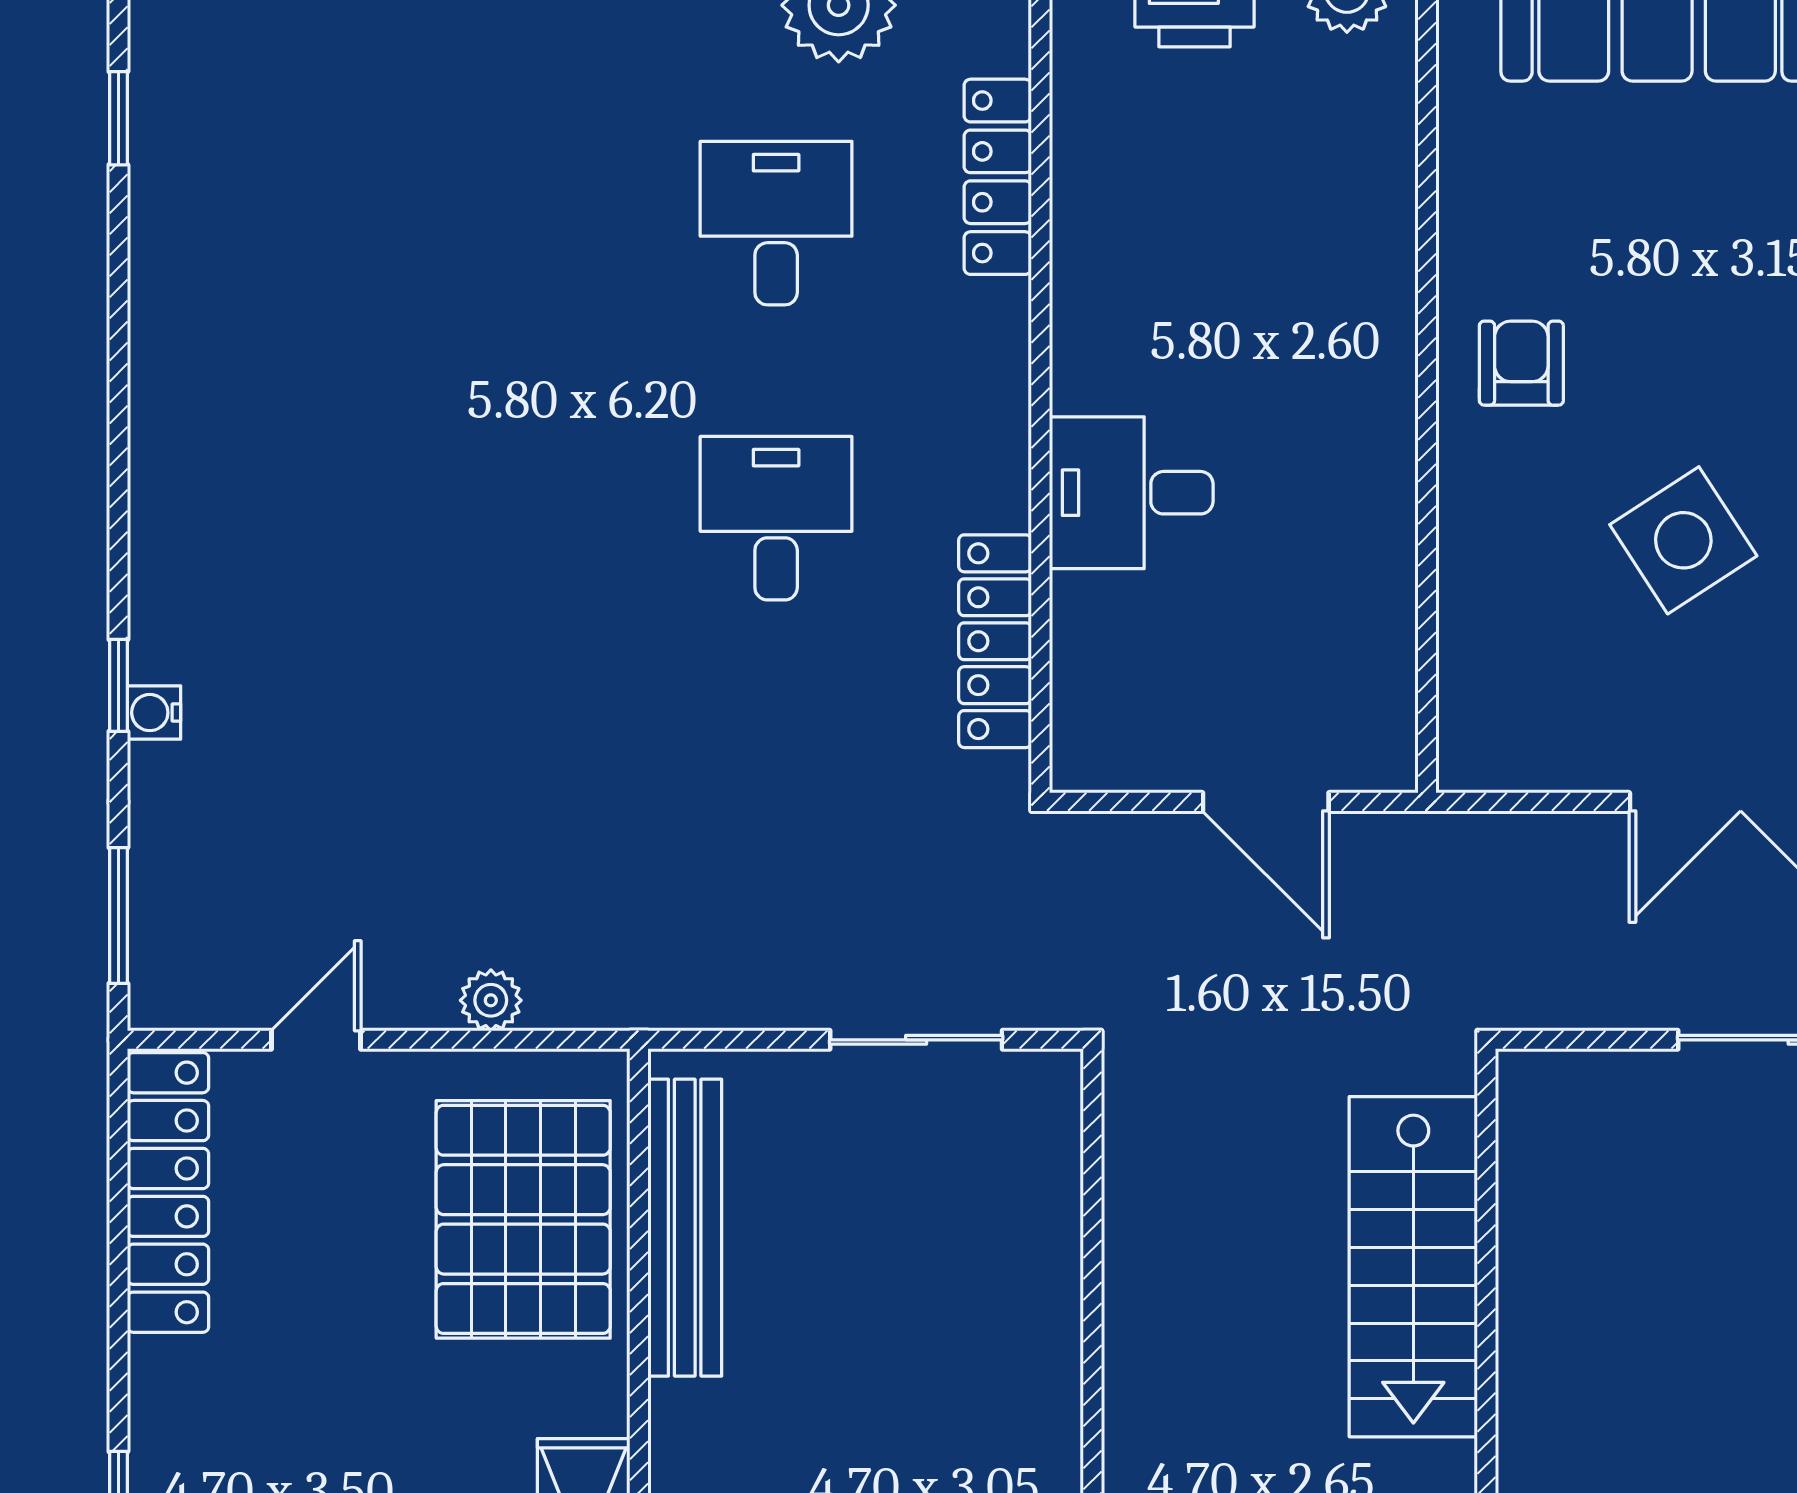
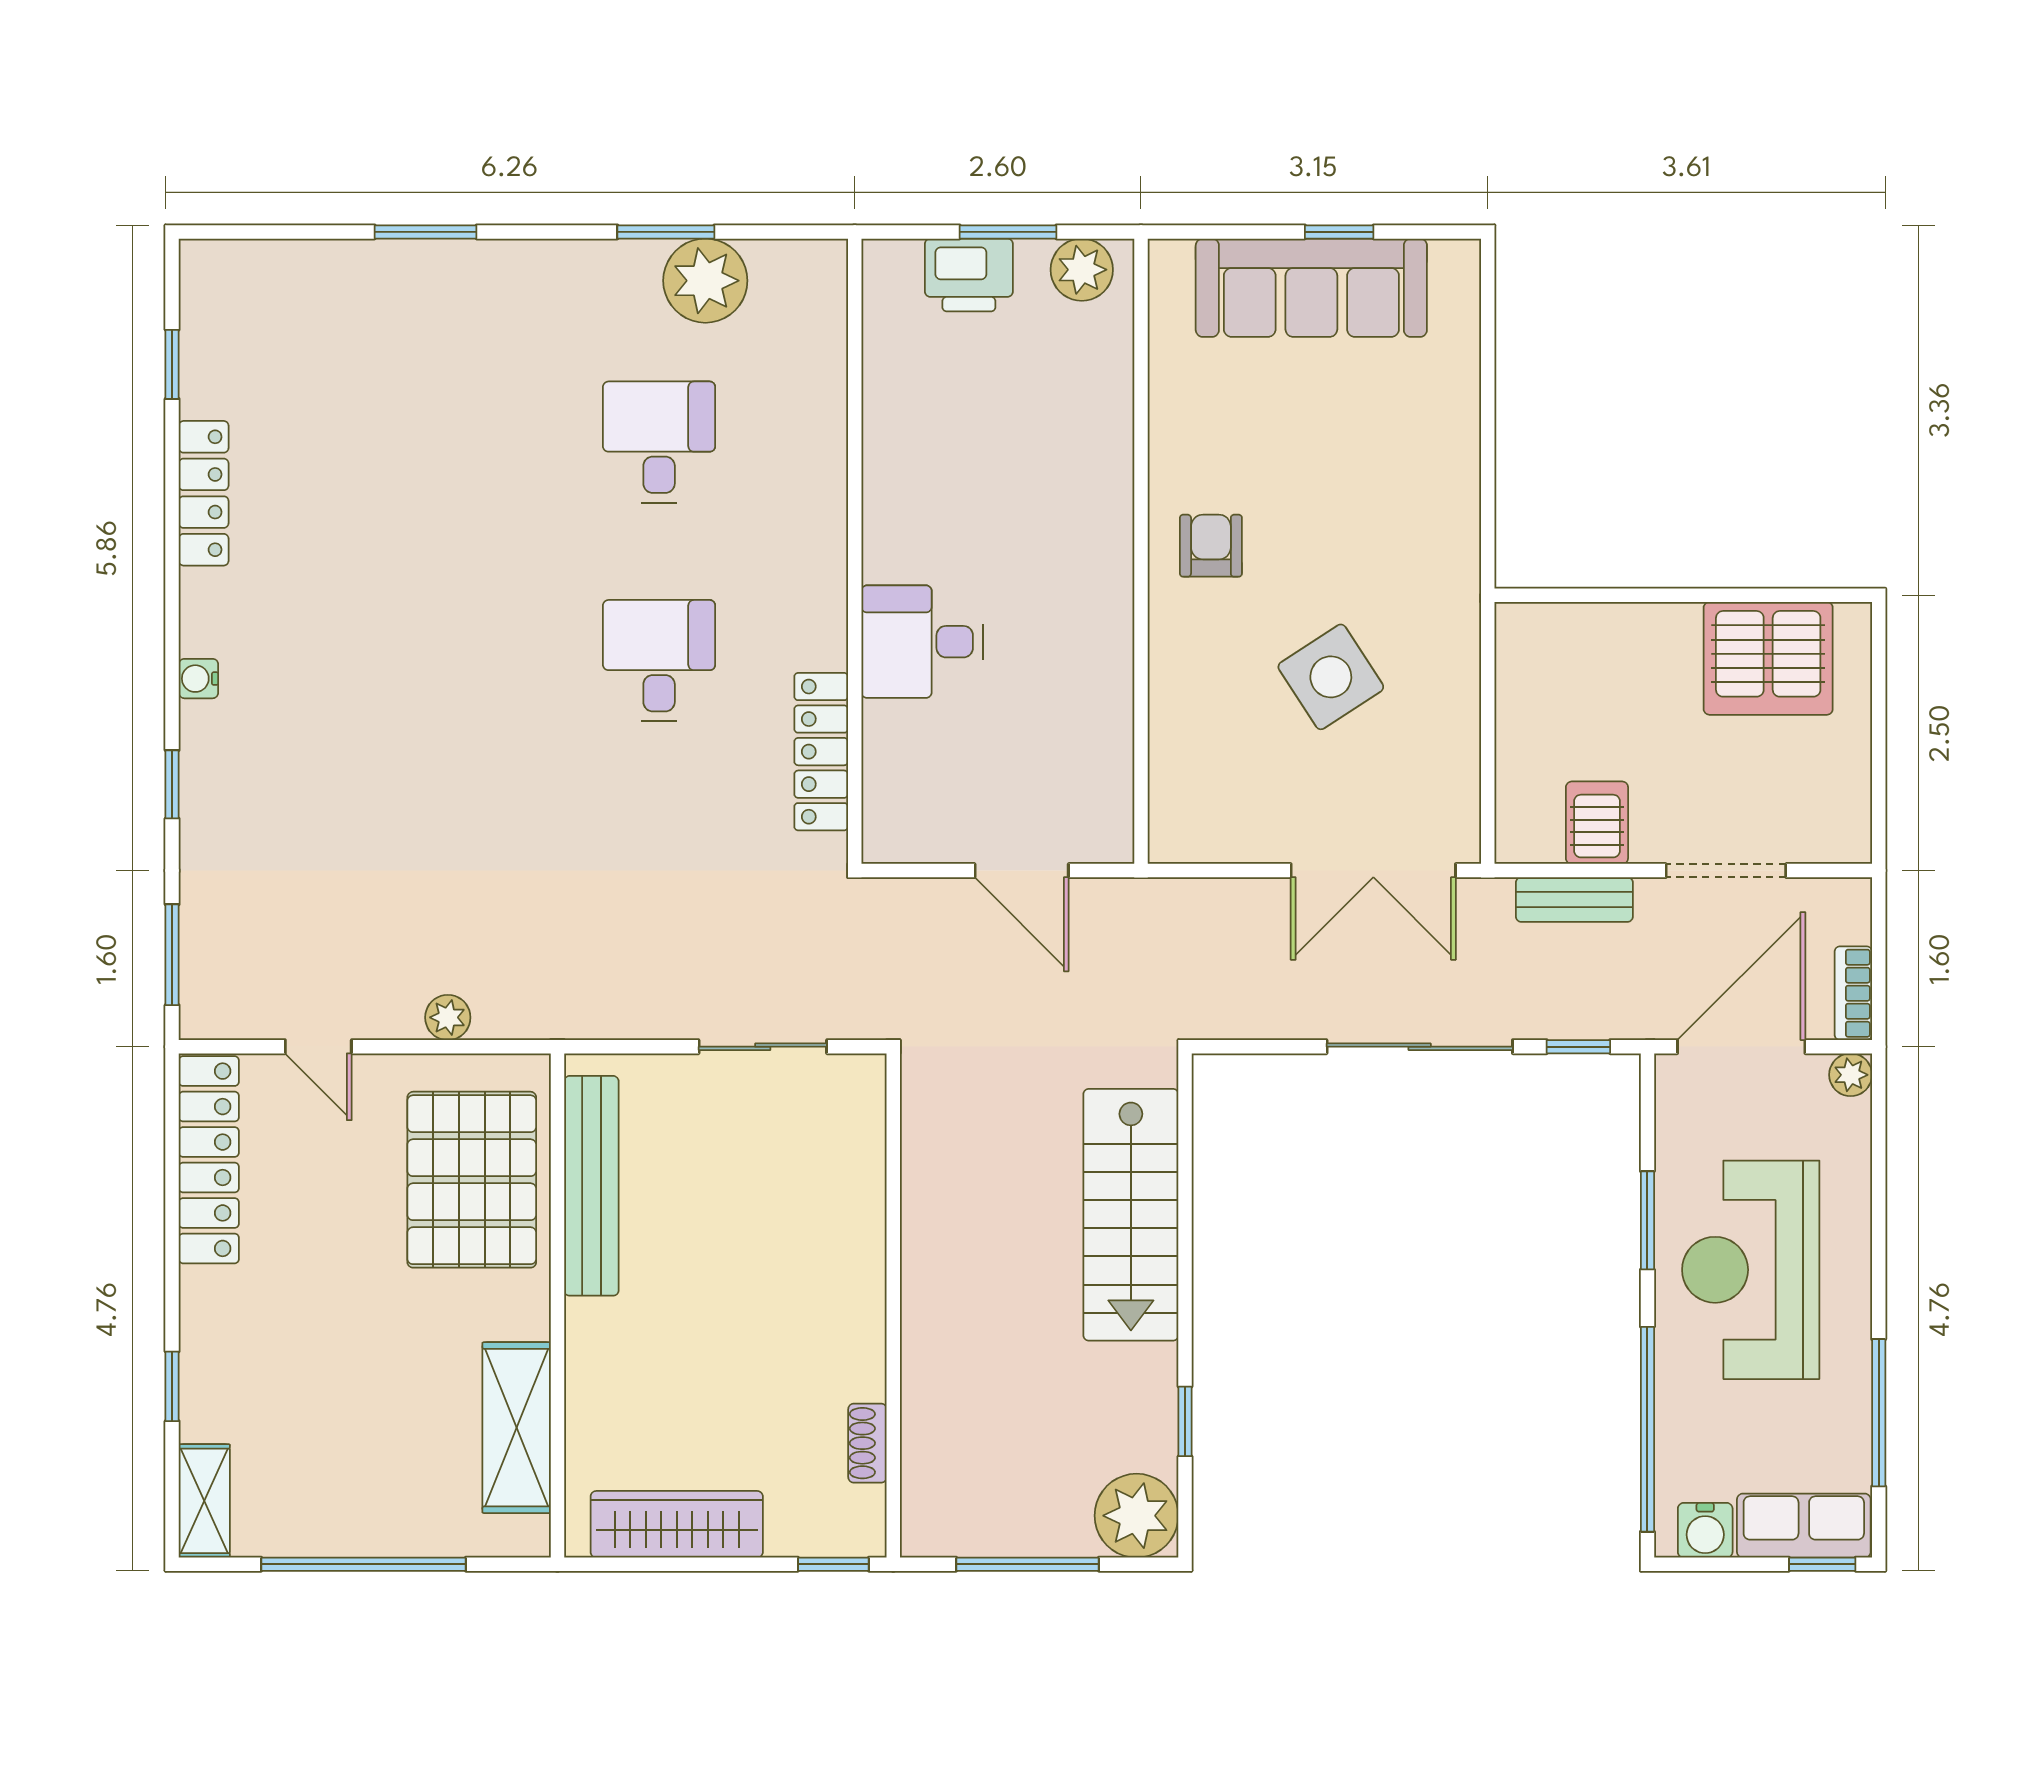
locker: (998, 177) -> (204, 493), moved, turned 180
water cooler: (154, 713) -> (198, 679), moved
door: (316, 1040) -> (318, 1047), swing flipped

